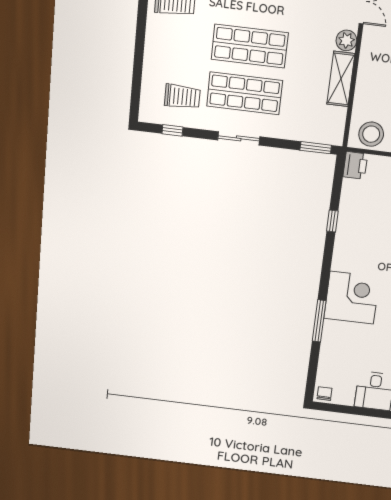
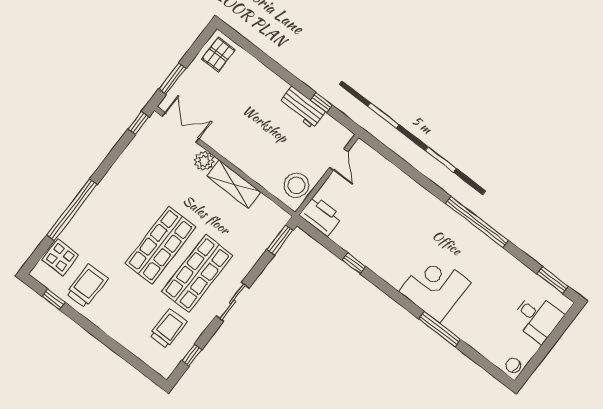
printer: (355, 165) -> (321, 216), width x1.37, depth x1.19

